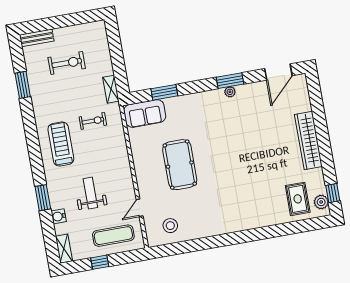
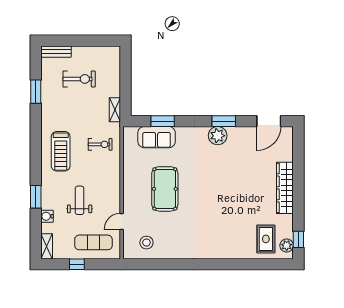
plant: (230, 92) -> (218, 136), width x1.88, depth x1.88
sofa: (145, 113) -> (157, 137), moved
exercise bike: (93, 121) -> (100, 144), moved
treadmill: (61, 144) -> (61, 151), turned 180

